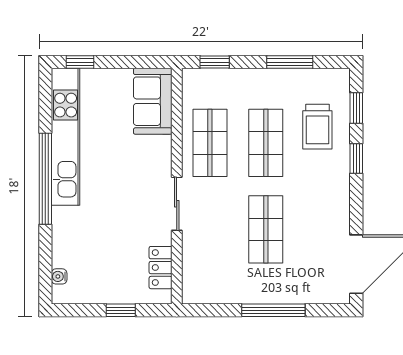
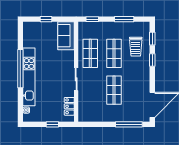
window: (80, 62) -> (46, 19), moved
kitchen unit: (66, 137) -> (29, 77), moved
window: (273, 310) -> (129, 124), moved

